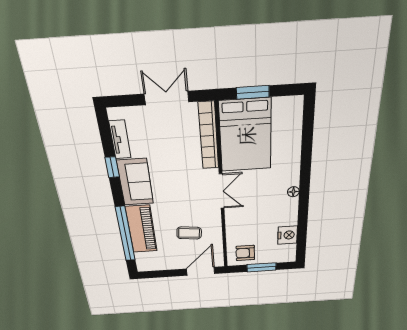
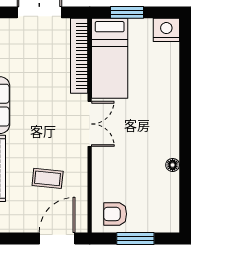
bed: (246, 136) -> (110, 58), width x0.67
floor lamp: (293, 192) -> (173, 165), moved
nightstand: (288, 235) -> (166, 30), moved, turned -90

